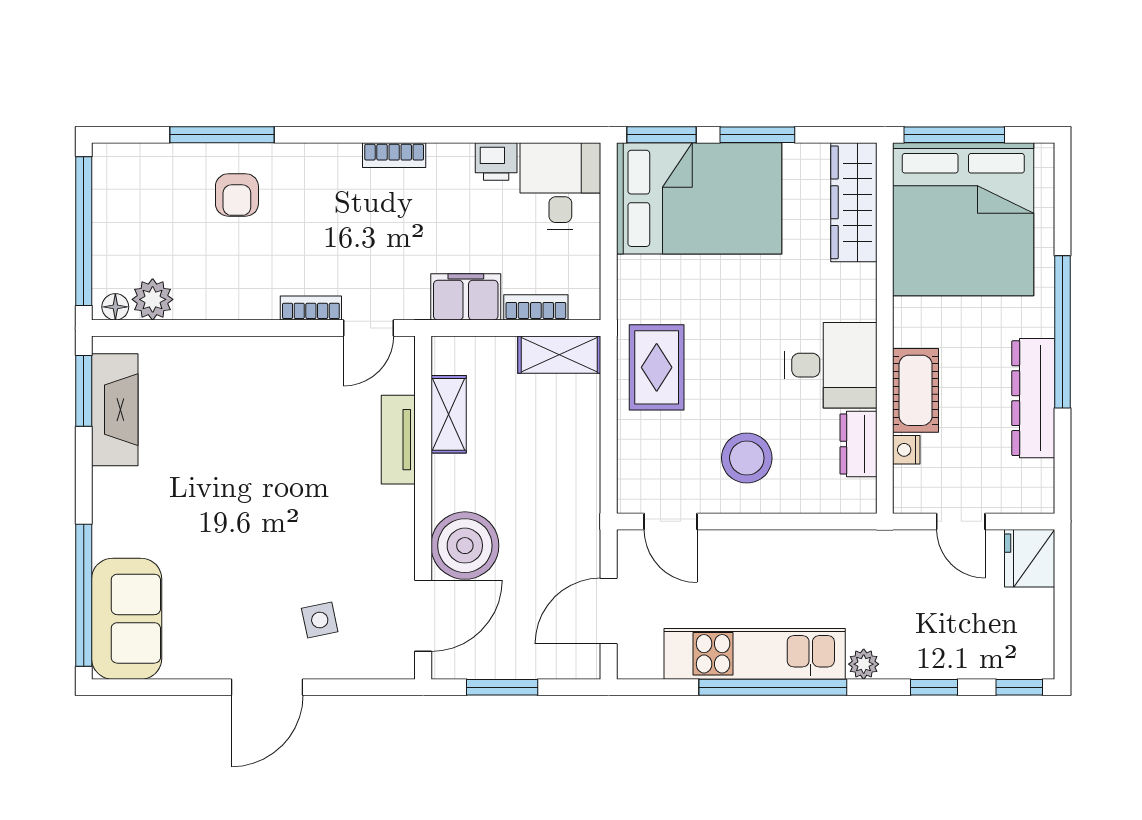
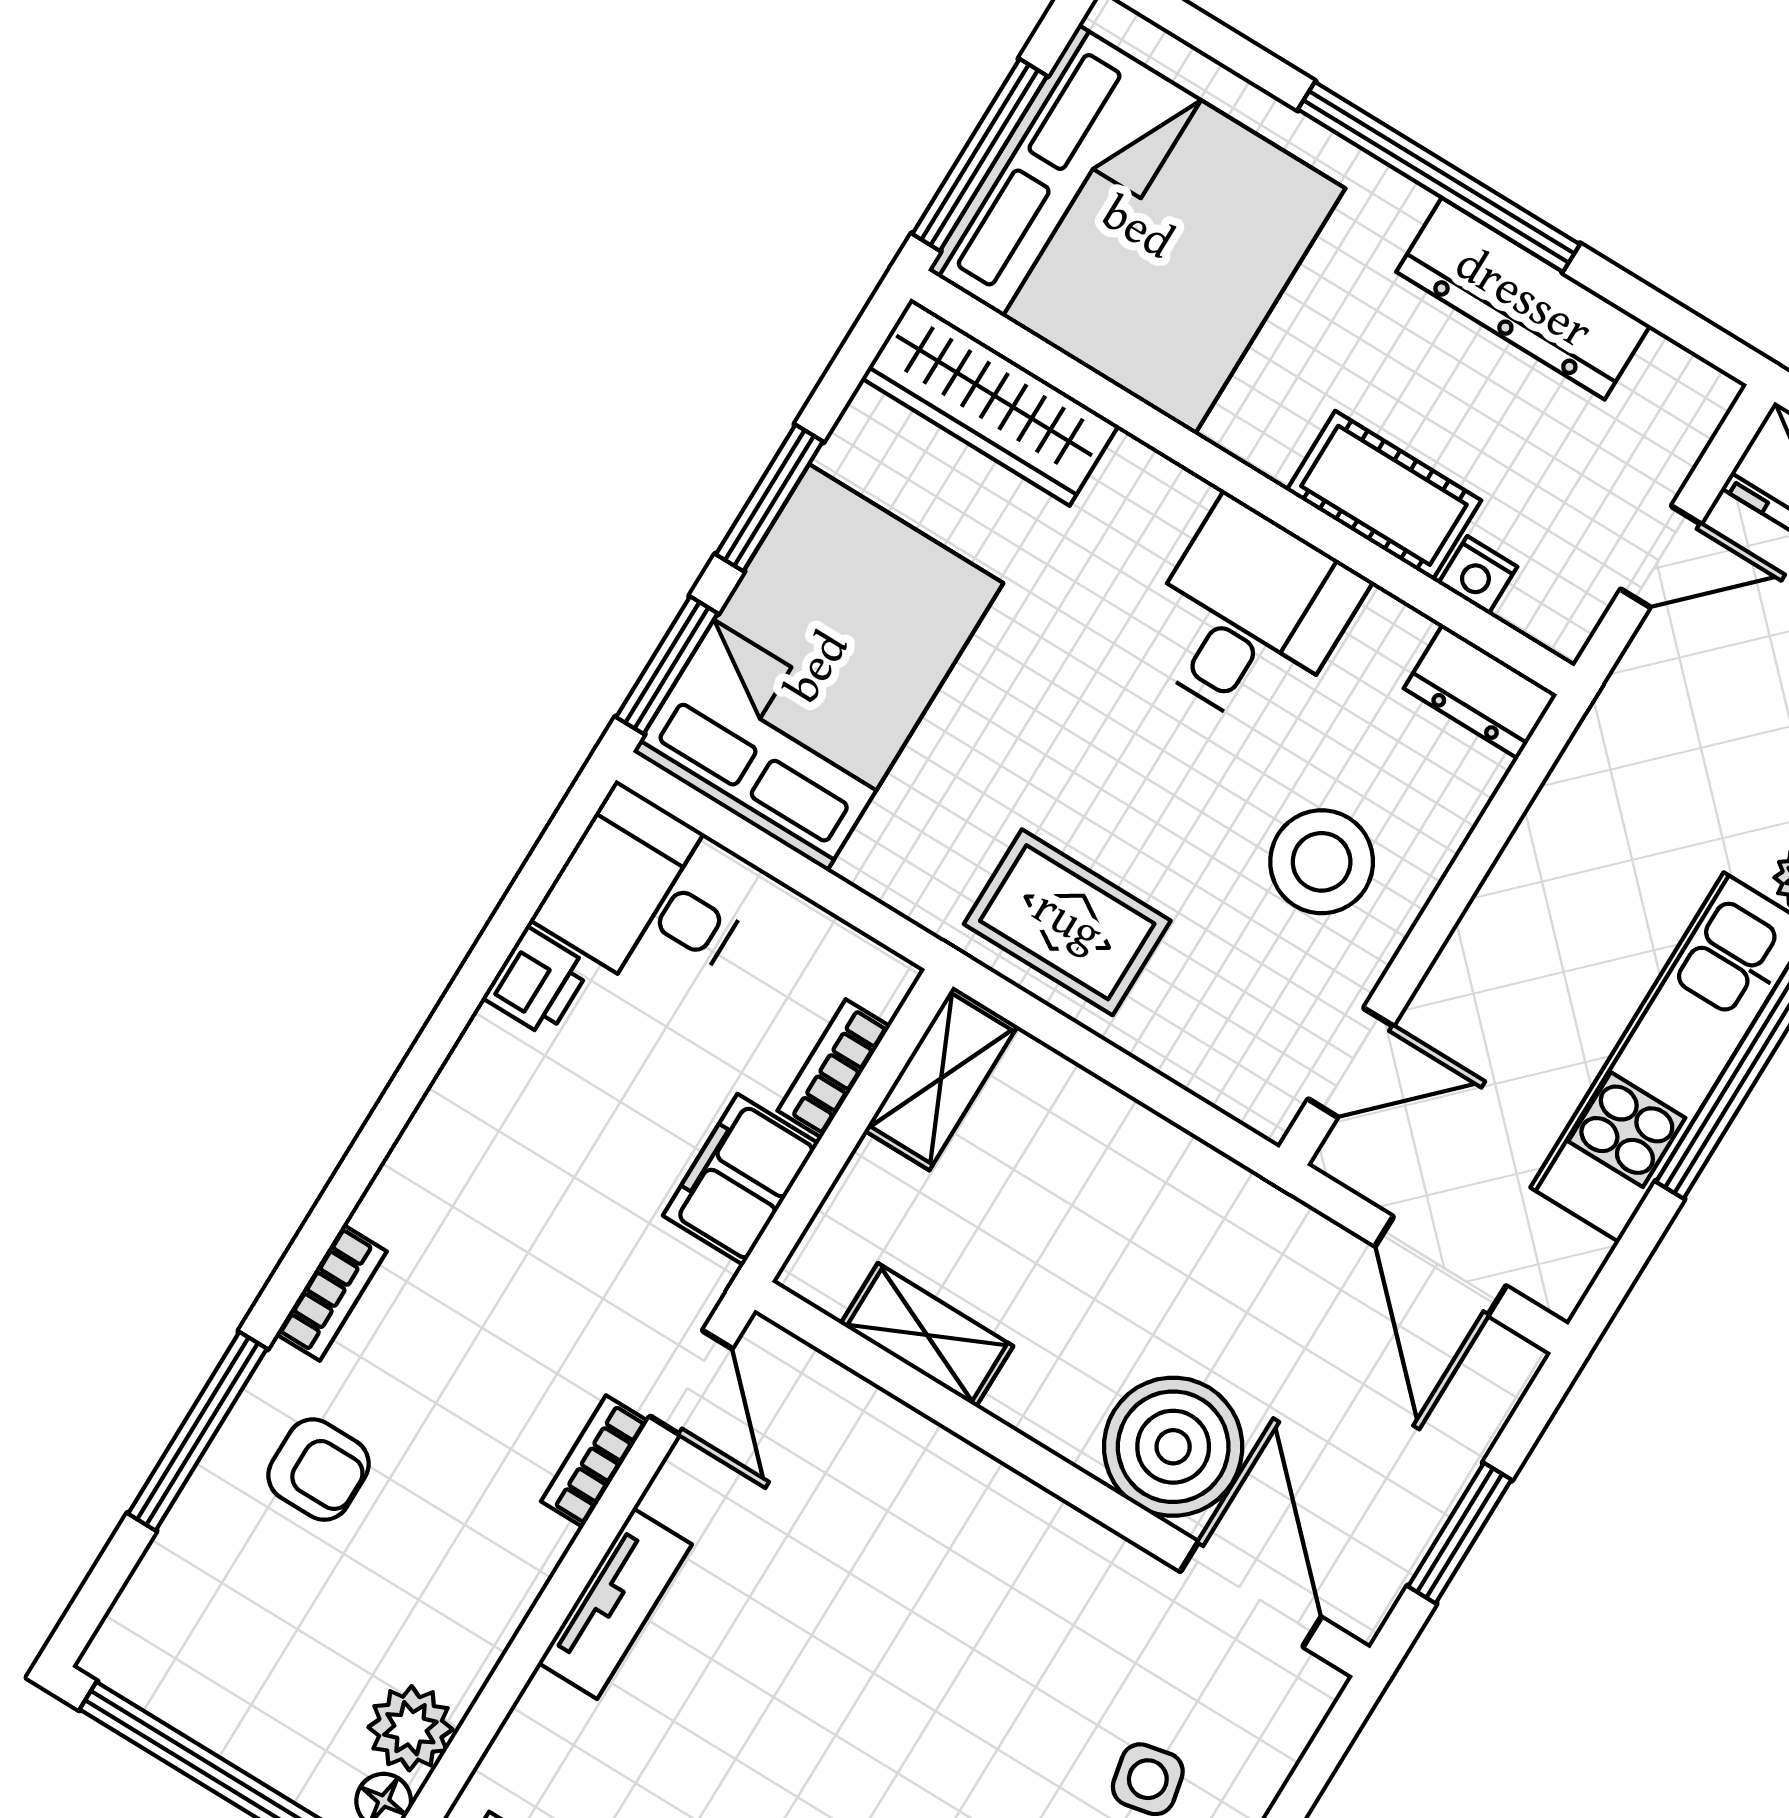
bookcase: (394, 155) -> (331, 1293), moved
tv unit: (398, 440) -> (615, 1604), moved, turned -90
dresser: (858, 444) -> (1480, 691), moved

